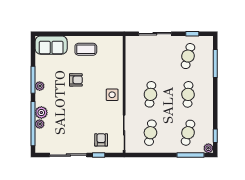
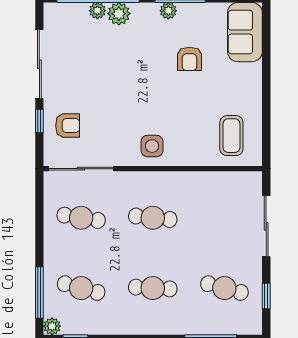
coffee table: (86, 49) -> (231, 136), moved
armchair: (76, 80) -> (190, 59), moved

